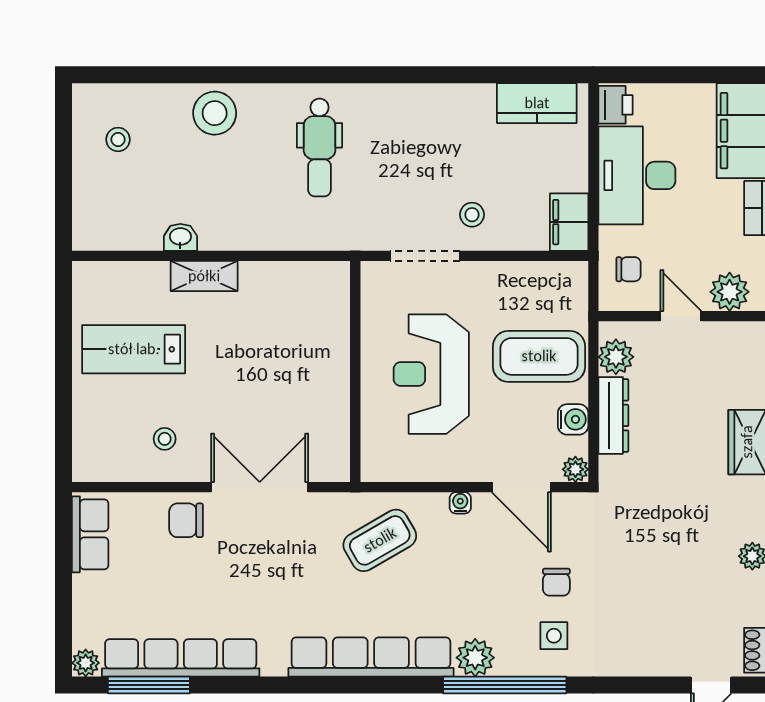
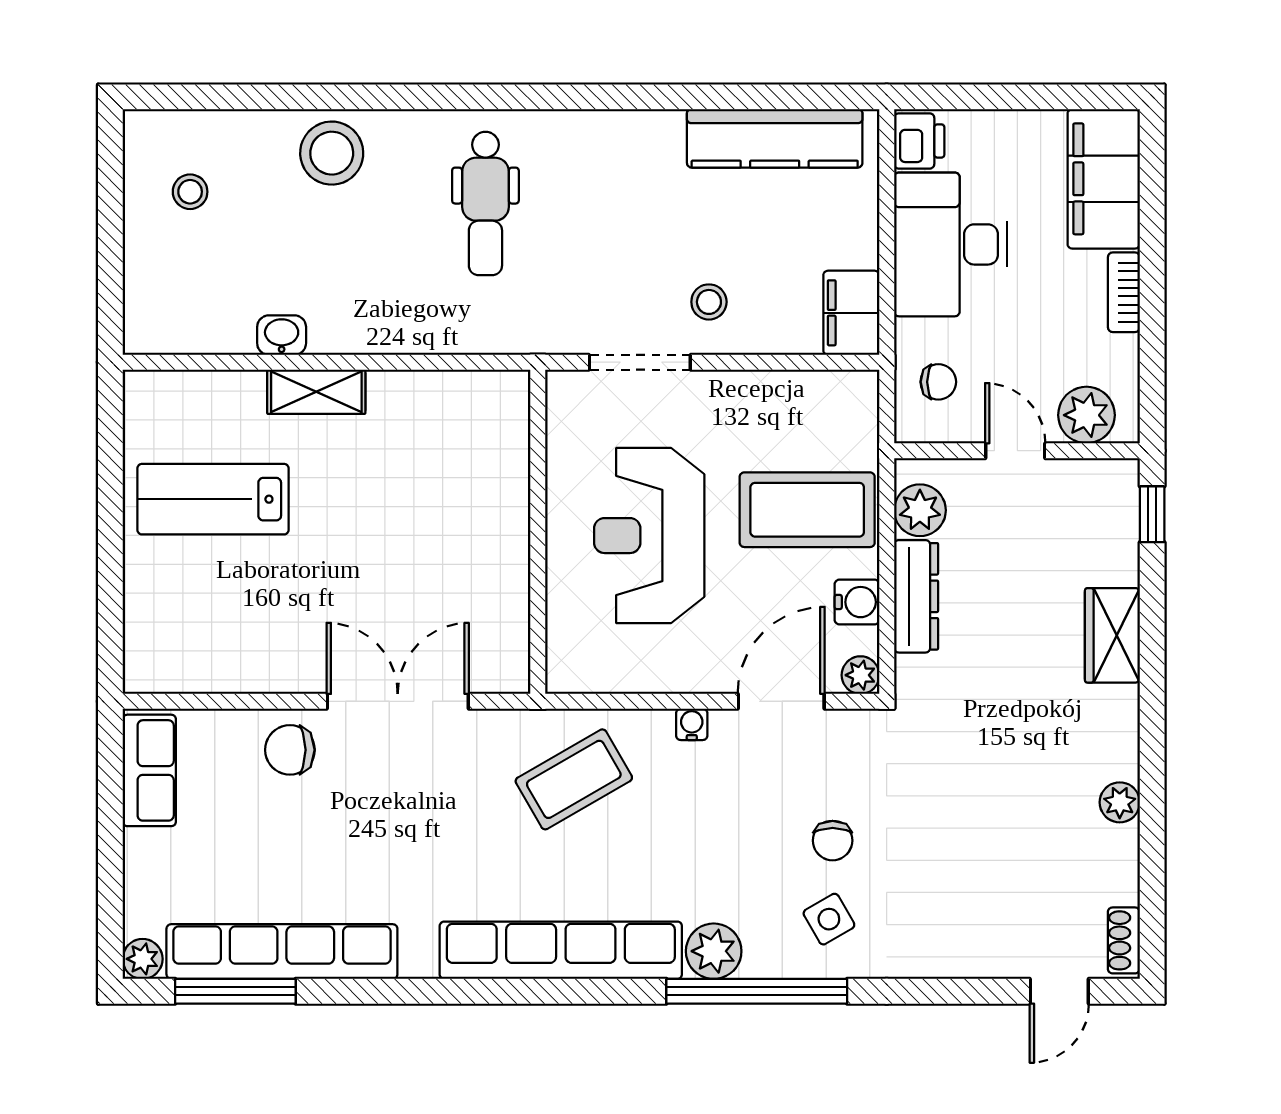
kitchen counter: (537, 103) -> (775, 138), width x1.50
stool: (165, 439) -> (258, 631), removed
door: (521, 487) -> (781, 701), swing flipped
side table: (554, 636) -> (829, 919), turned -30

